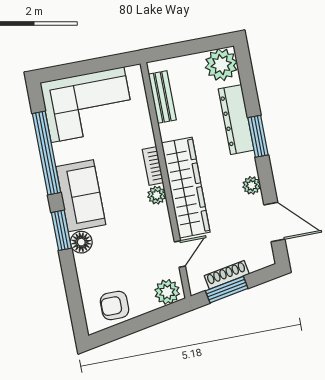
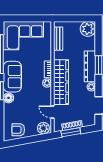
dresser: (236, 120) -> (90, 66), moved
door: (180, 254) -> (52, 112), swing flipped

